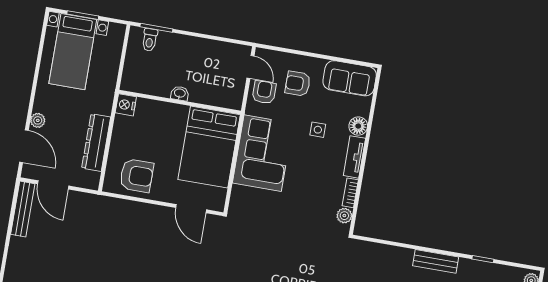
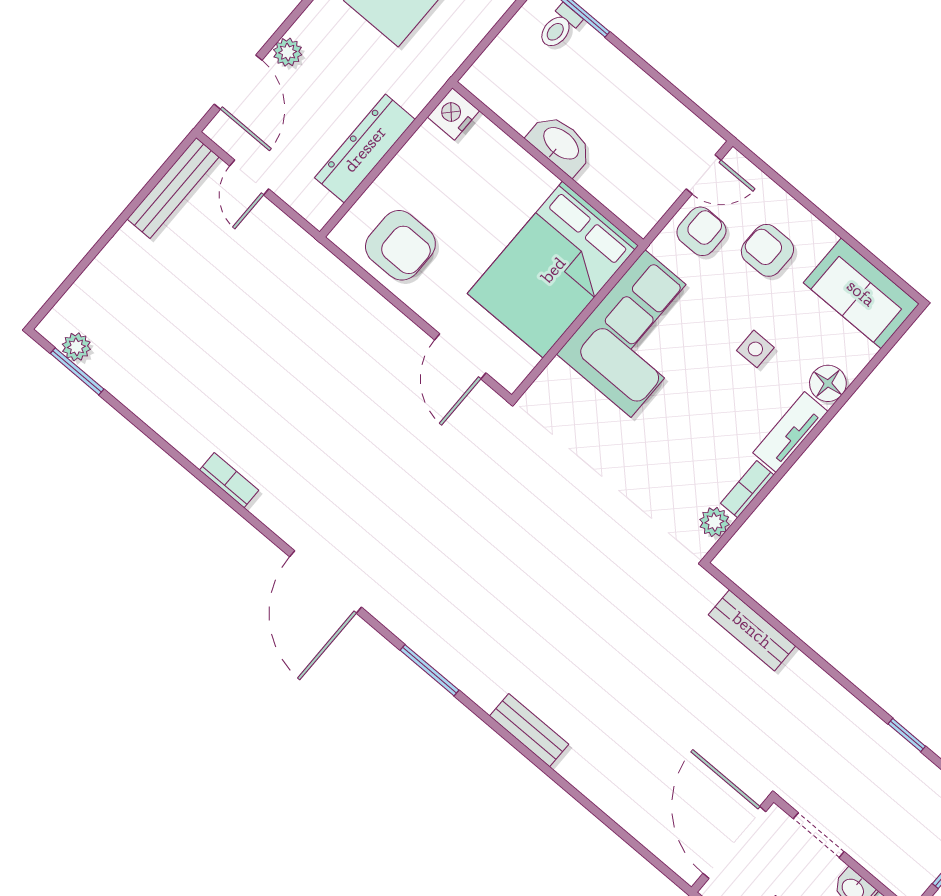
door: (250, 67) -> (704, 174), hinge flipped
washbasin: (180, 93) -> (560, 144), width x1.91, depth x1.45
door: (53, 185) -> (249, 177), width x0.73
bench: (436, 261) -> (752, 630), moved

